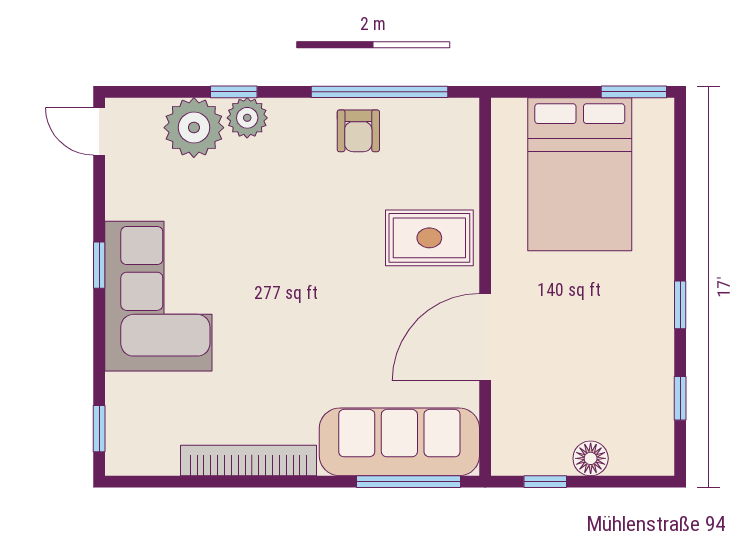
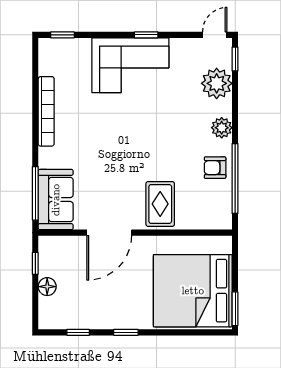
window: (234, 92) -> (235, 59), moved
plant: (247, 118) -> (222, 128), moved
bed: (580, 174) -> (193, 291), width x1.36
door: (485, 337) -> (109, 233), swing flipped
sofa: (399, 442) -> (56, 200), width x0.73

